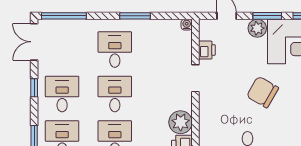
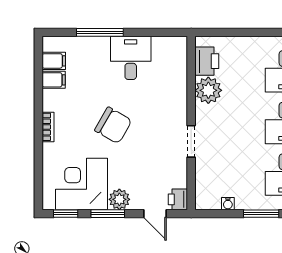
water cooler: (187, 25) -> (228, 204), moved
printer: (207, 50) -> (178, 199), moved

